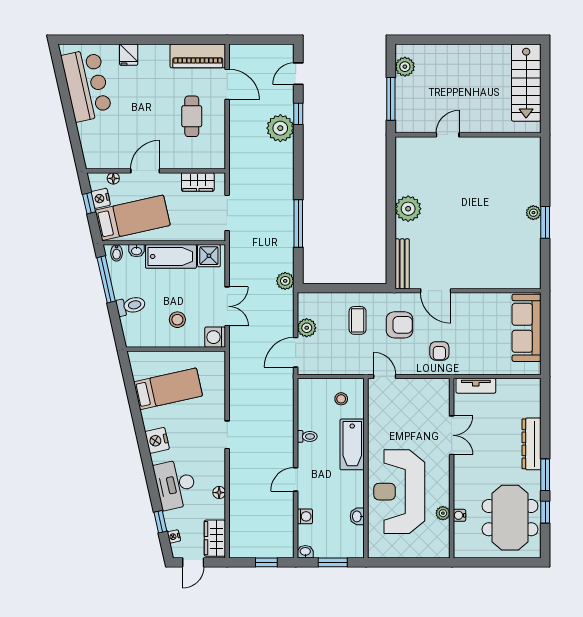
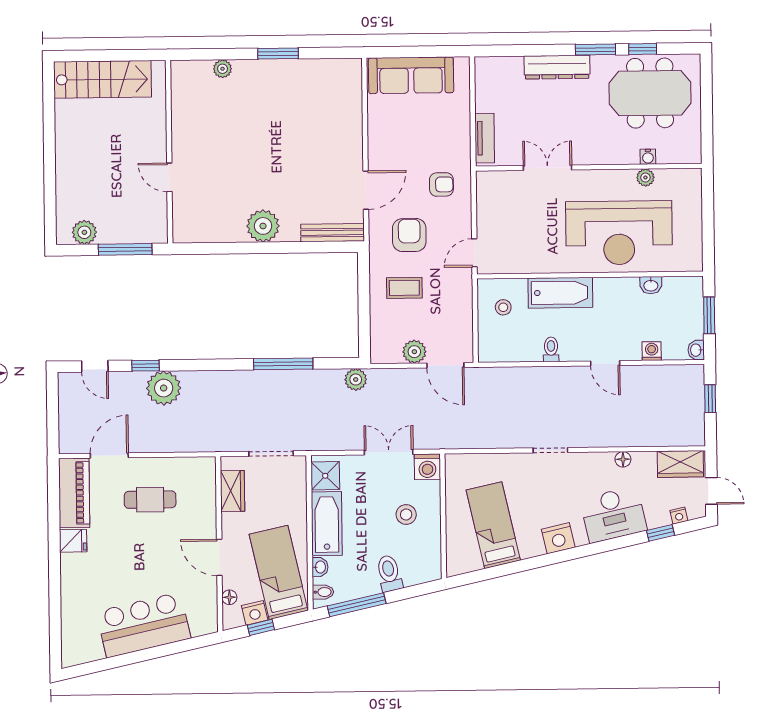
fridge: (129, 55) -> (73, 541), moved
bar counter: (87, 85) -> (143, 625), moved
plant: (533, 213) -> (222, 69), moved

